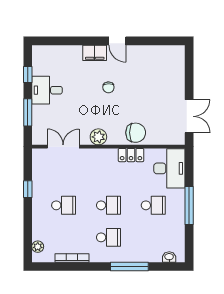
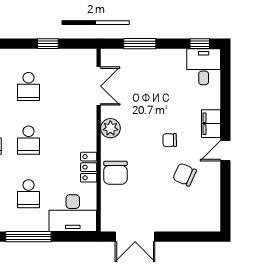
window: (28, 75) -> (200, 44), moved
chair: (137, 75) -> (185, 175), added
desk: (47, 90) -> (204, 67), moved

